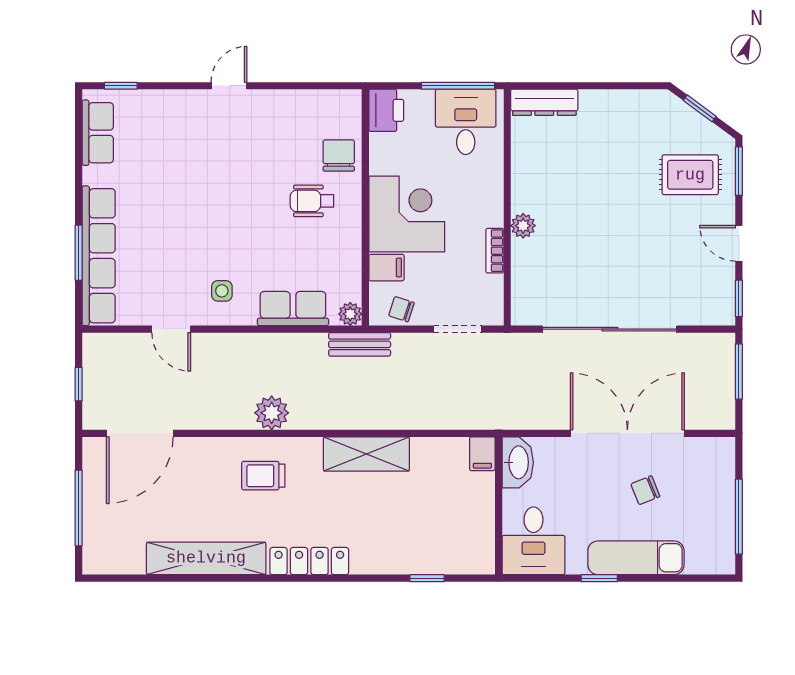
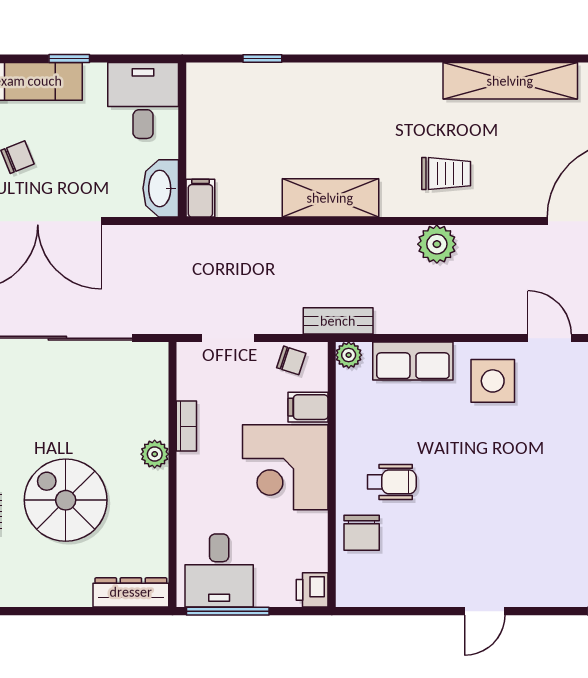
printer: (386, 110) -> (312, 590), width x0.73, depth x0.81
spiral stairs: (602, 185) -> (66, 500), added
side table: (222, 291) -> (493, 381), width x1.87, depth x1.87
locker: (309, 561) -> (395, 78), removed

